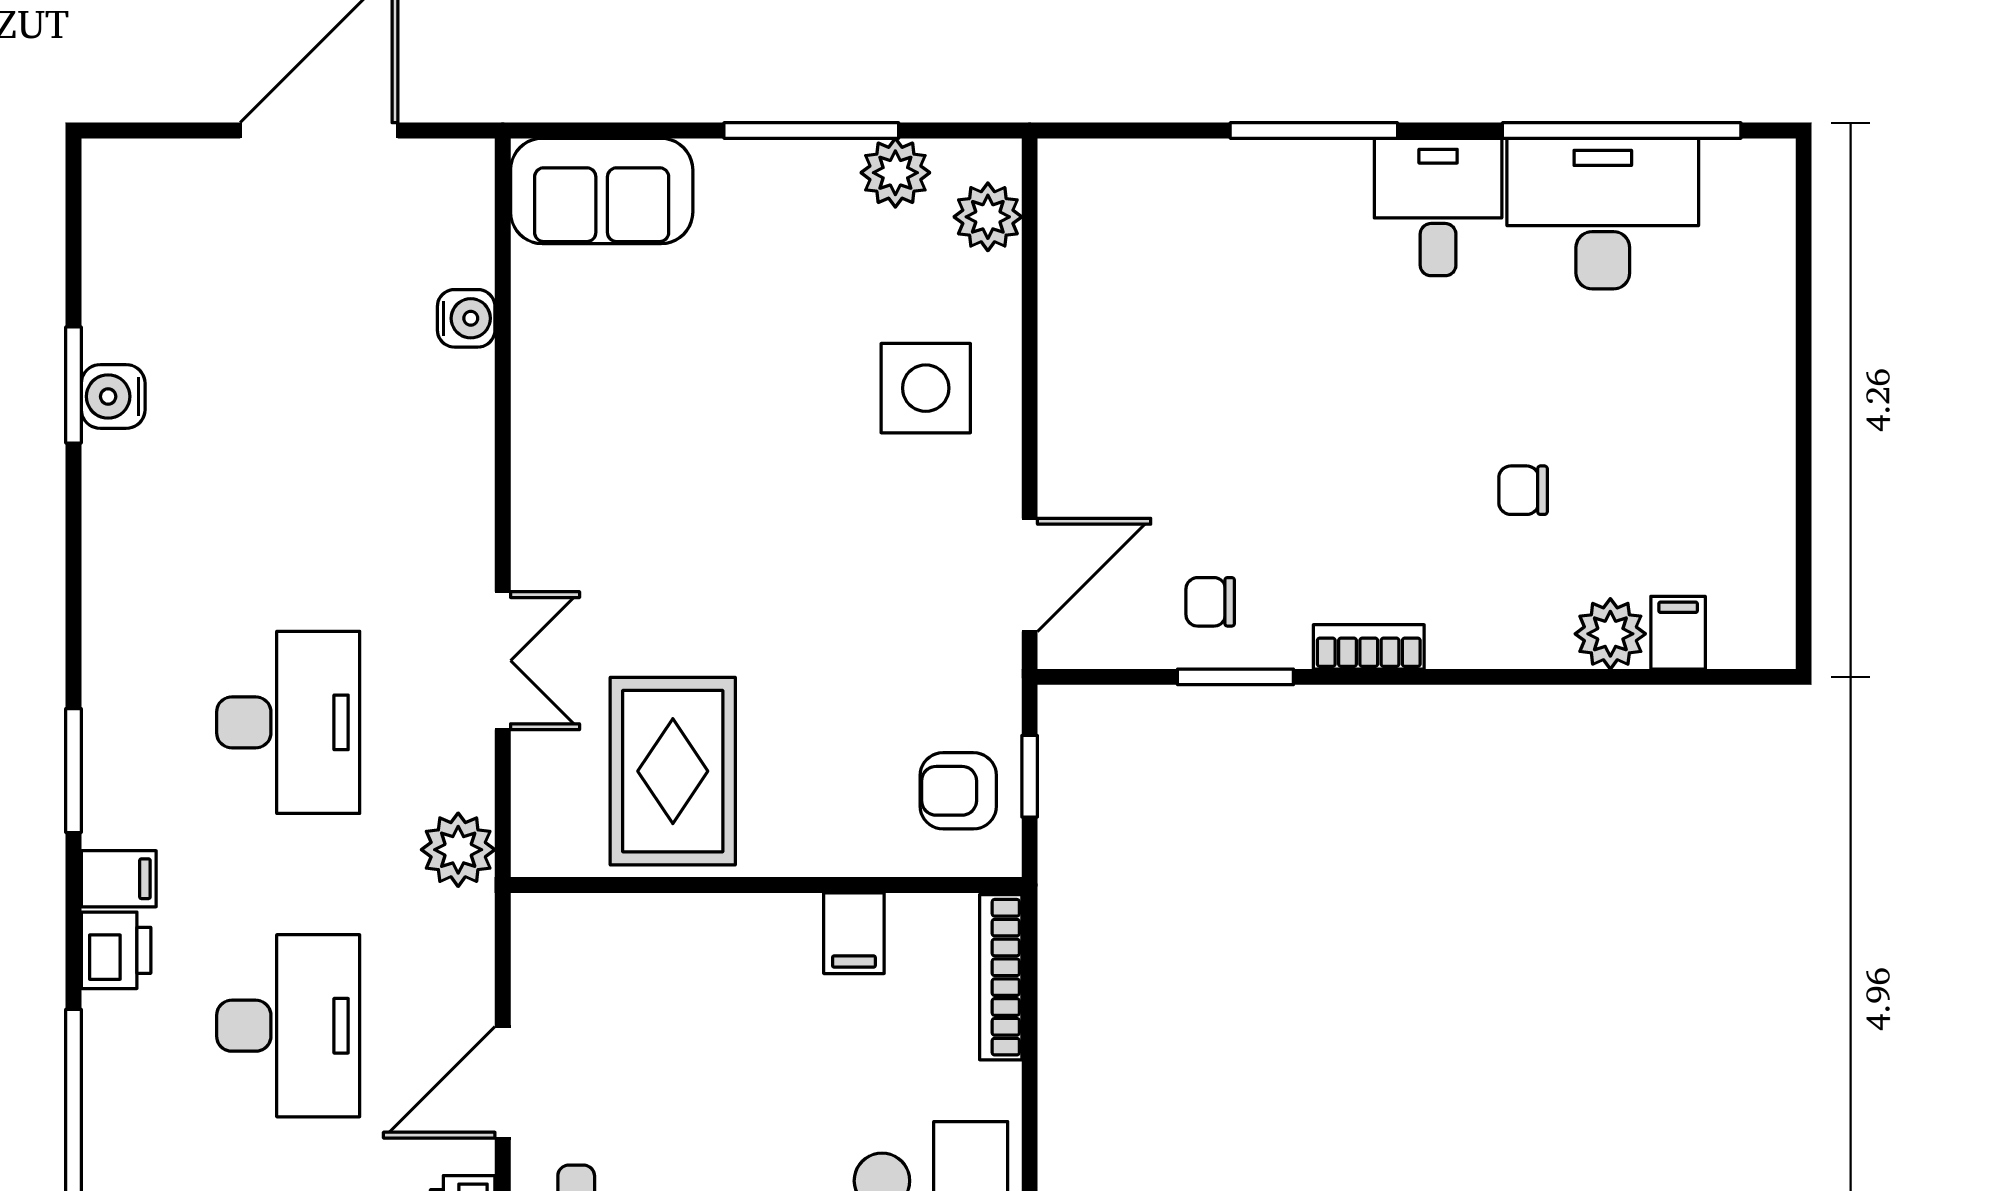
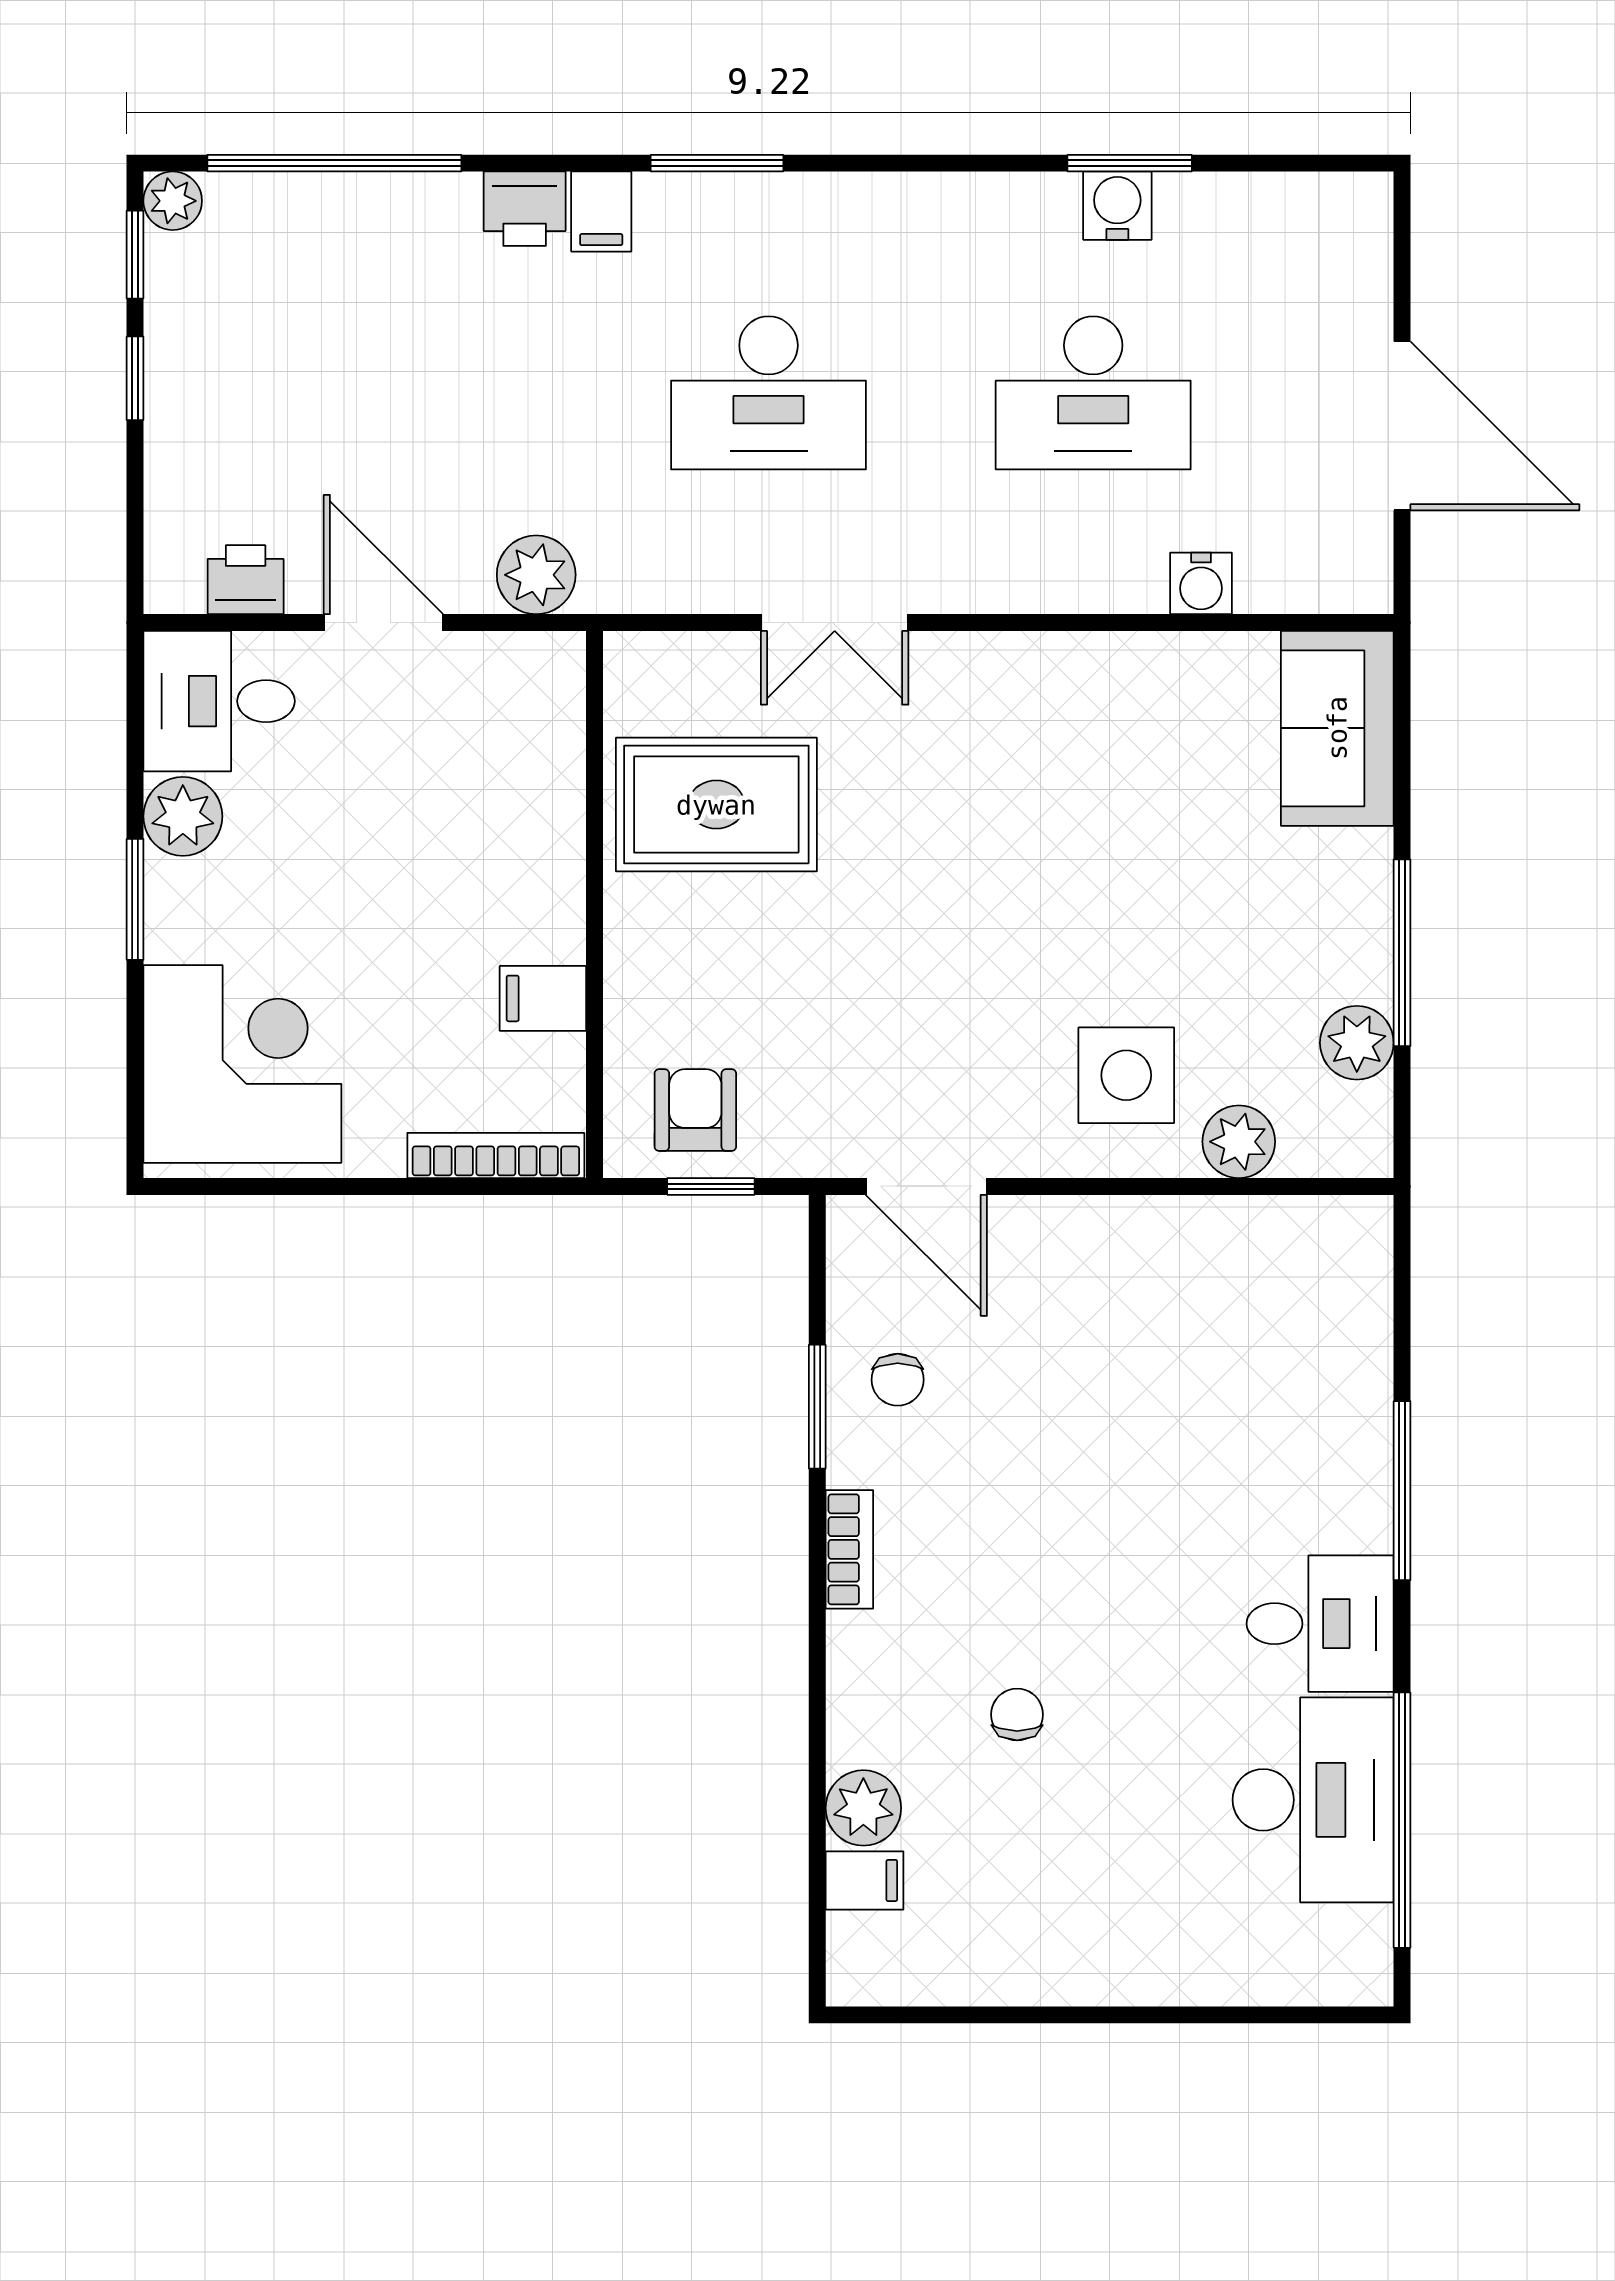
plant: (988, 217) -> (1239, 1142), moved
chair: (1210, 602) -> (898, 1380), turned 180
plant: (458, 850) -> (536, 575), moved
desk: (288, 1026) -> (1093, 393), moved

